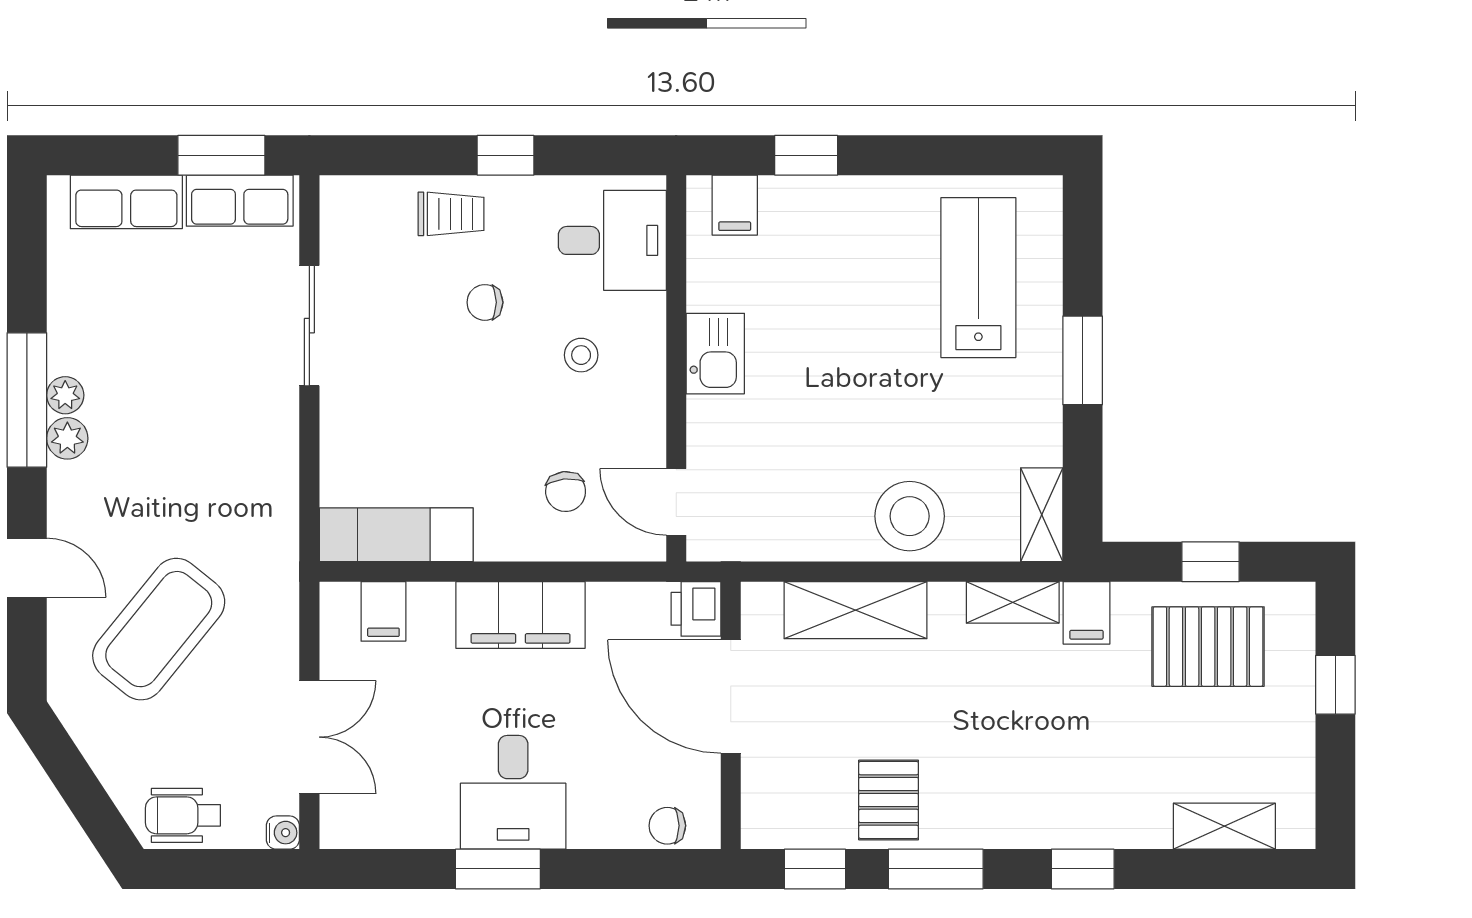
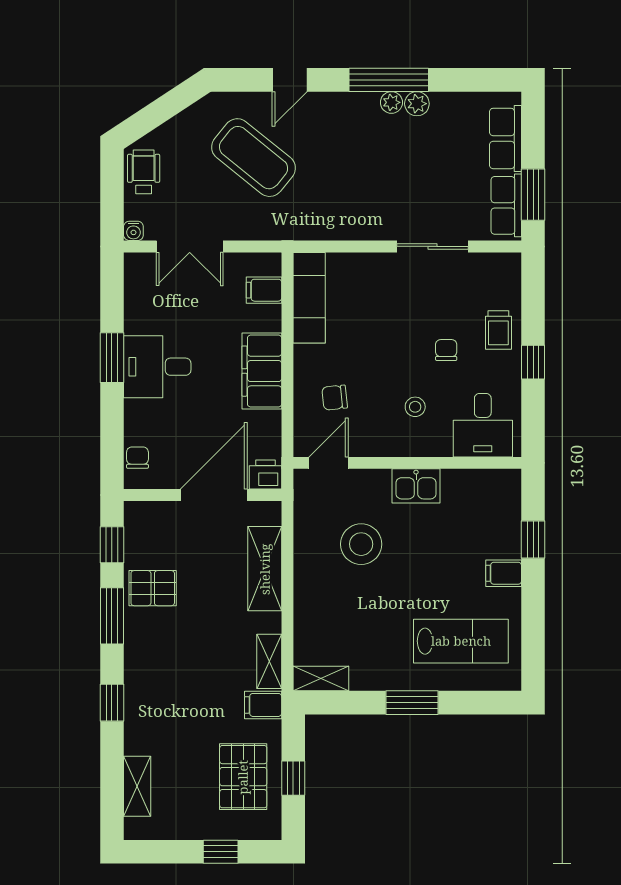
filing cabinet: (735, 205) -> (504, 573), moved
plant: (67, 438) -> (417, 104), moved
stool: (910, 516) -> (361, 544), moved

